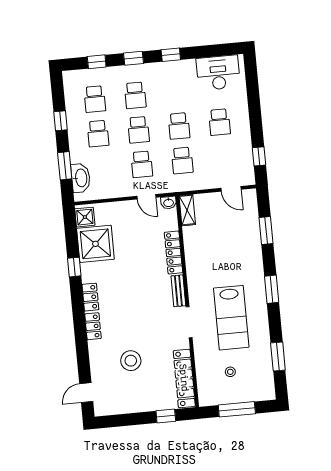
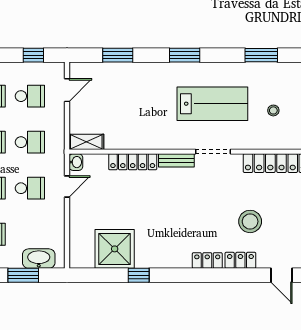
school desk: (223, 157) -> (30, 96), added
shower: (85, 217) -> (83, 258), removed
locker: (90, 297) -> (240, 260), moved

